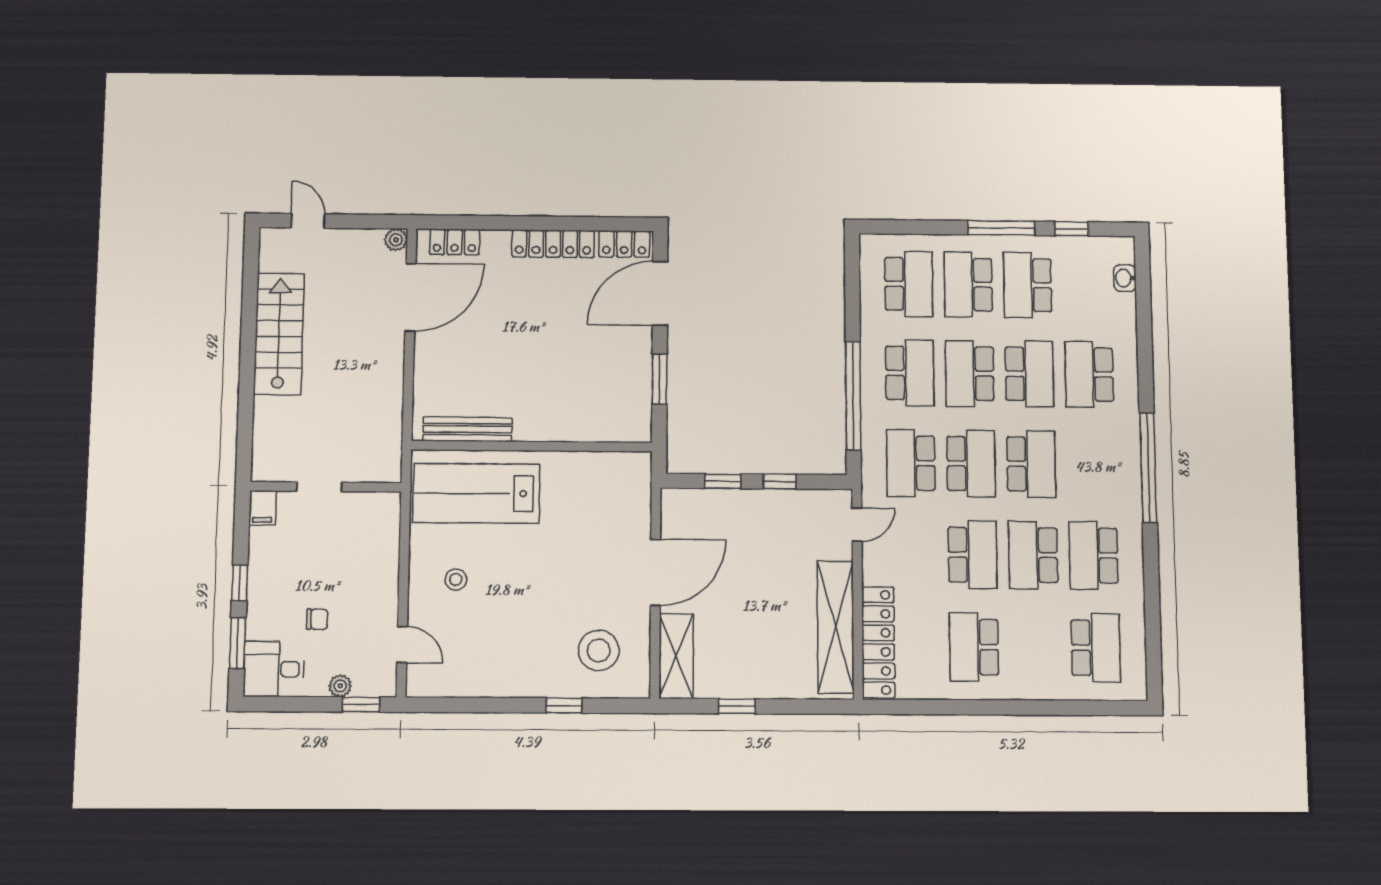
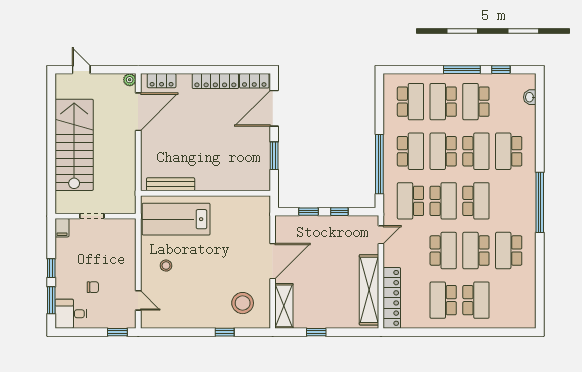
stairs: (279, 334) -> (74, 145), width x1.36, depth x1.51
school desk: (1096, 648) -> (476, 300), moved
plant: (340, 686) -> (106, 322), removed

